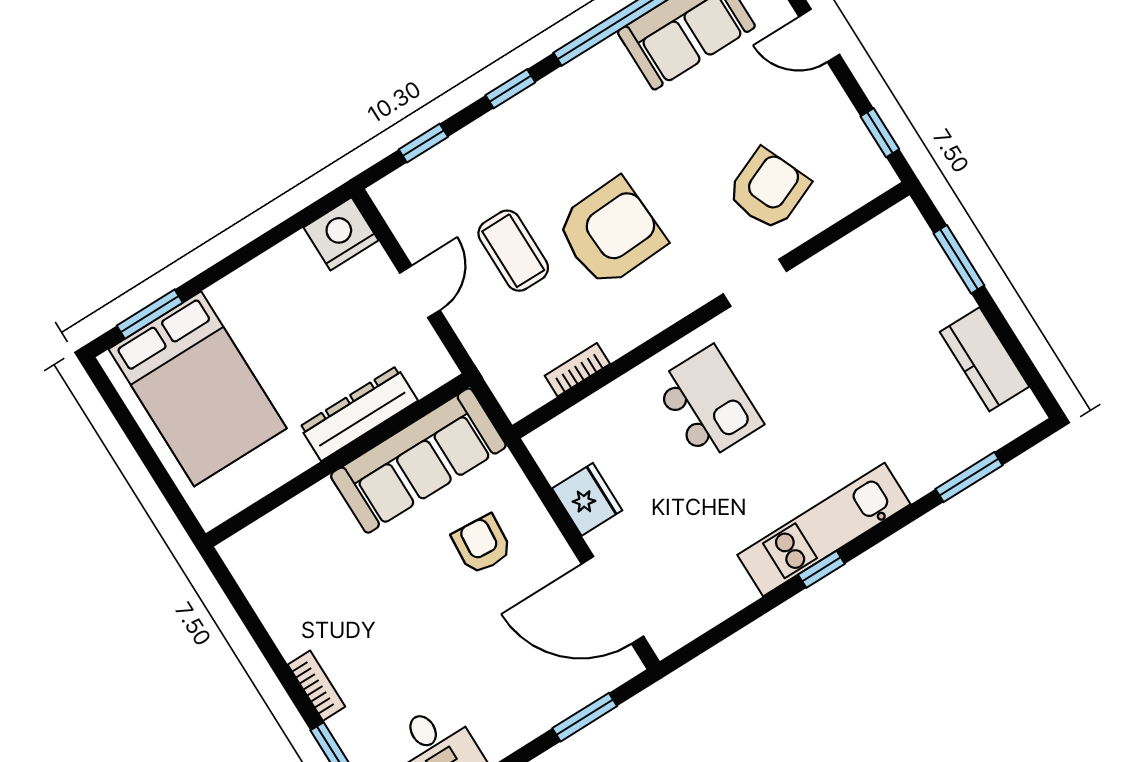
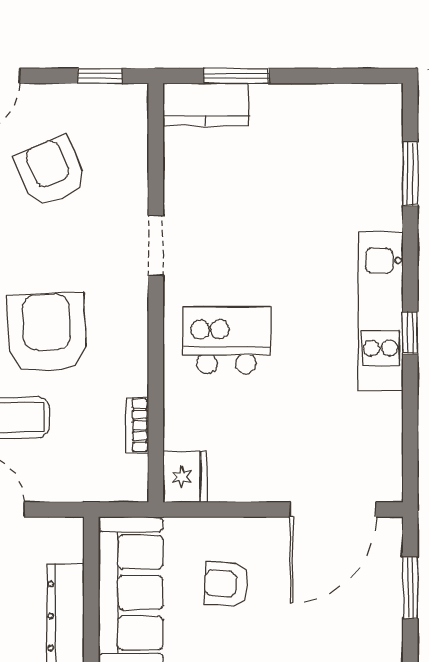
armchair: (768, 189) -> (51, 171), moved
kitchen counter: (984, 359) -> (206, 105), moved
fridge: (587, 499) -> (185, 477), moved, turned 90

